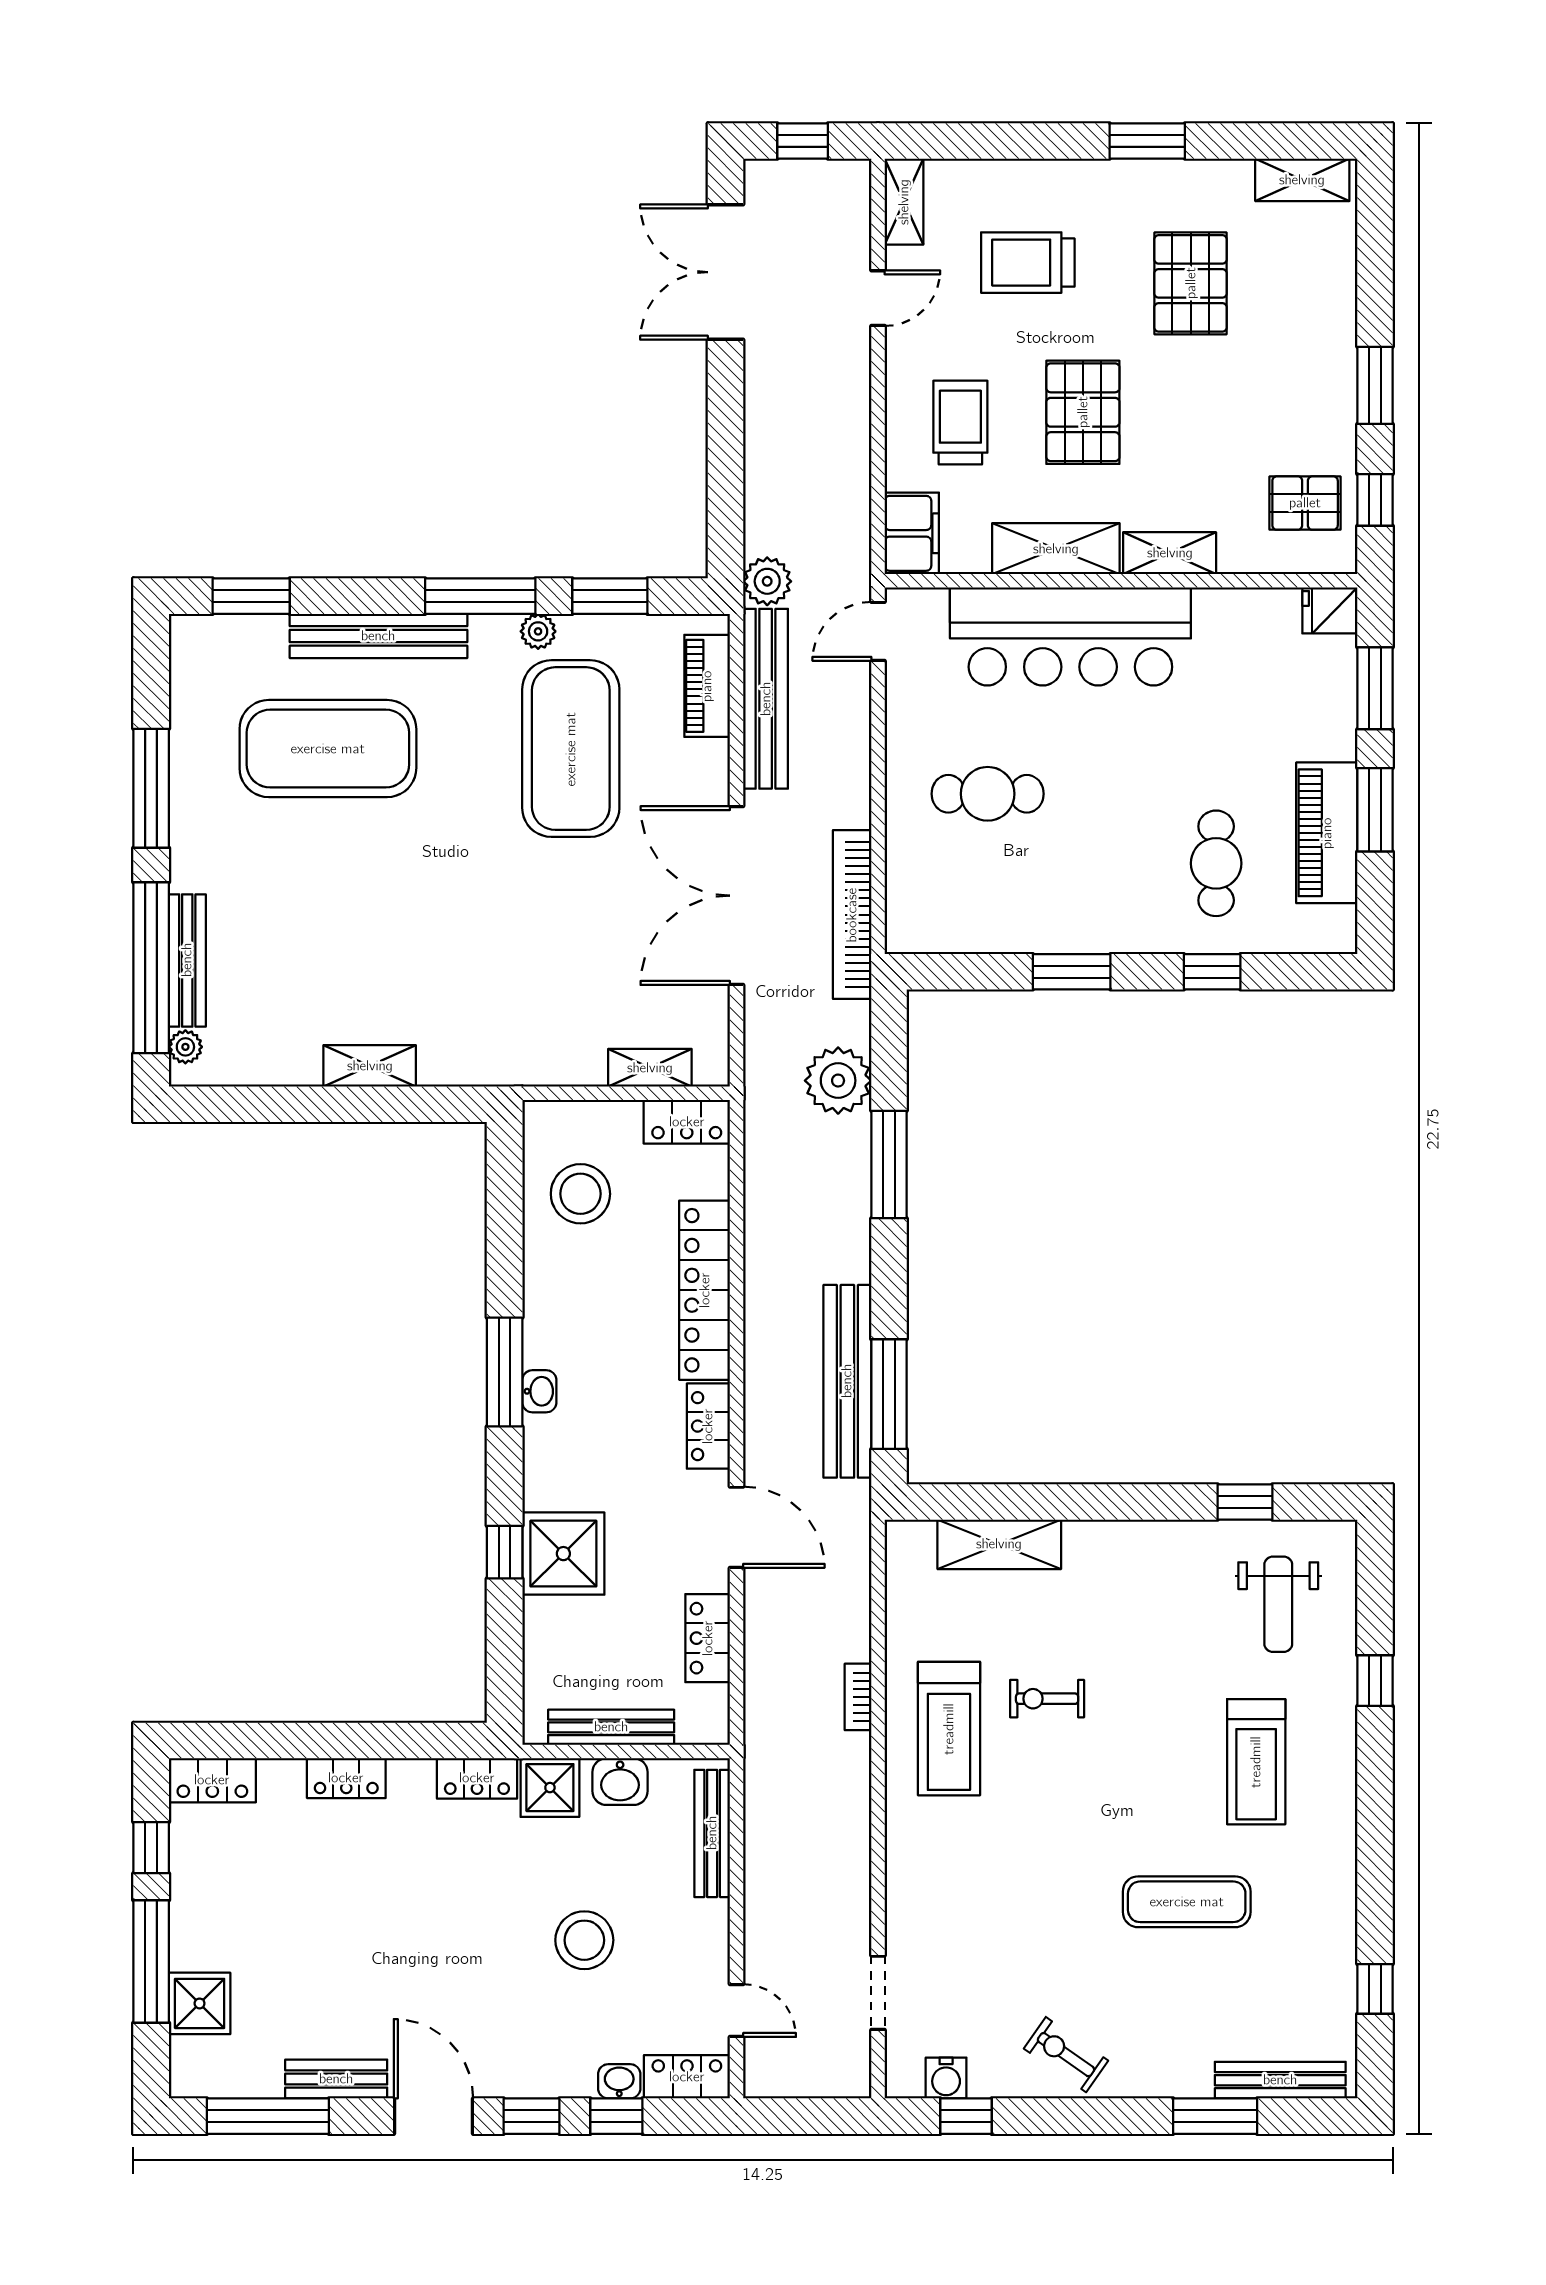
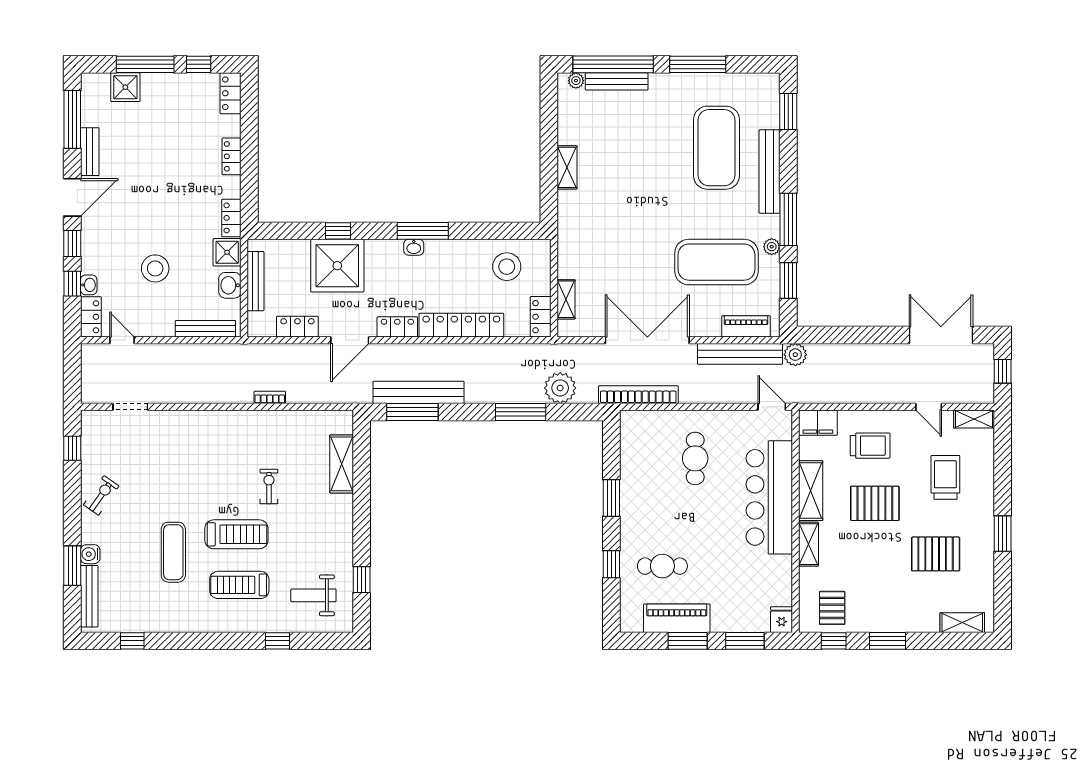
shelving: (1302, 180) -> (962, 623), moved, turned 90
shower: (563, 1554) -> (337, 266), width x1.37, depth x1.37
treadmill: (949, 1729) -> (236, 534), moved, turned 180
door: (737, 2011) -> (122, 340), swing flipped
water cooler: (946, 2078) -> (90, 554), moved

